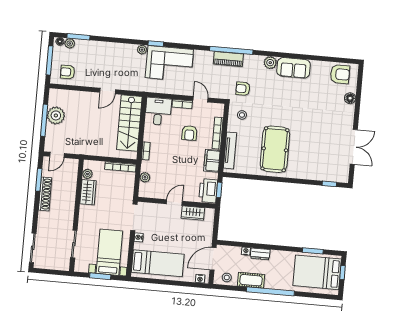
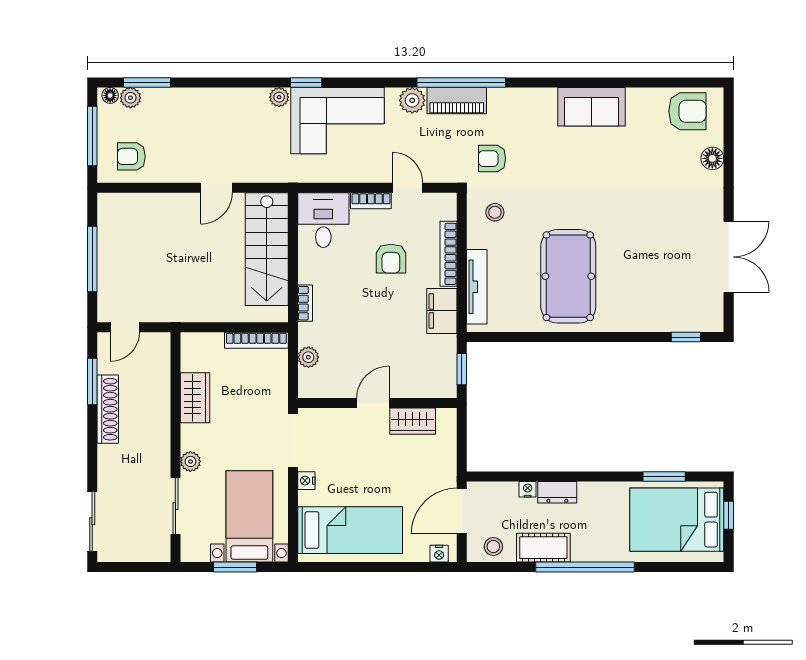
plant: (270, 63) -> (412, 100), moved
plant: (56, 115) -> (115, 247), removed
plant: (87, 174) -> (190, 461), moved
printer: (208, 191) -> (440, 373), removed

